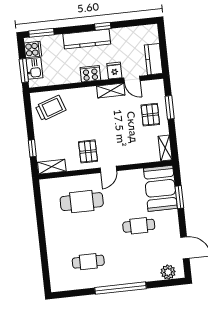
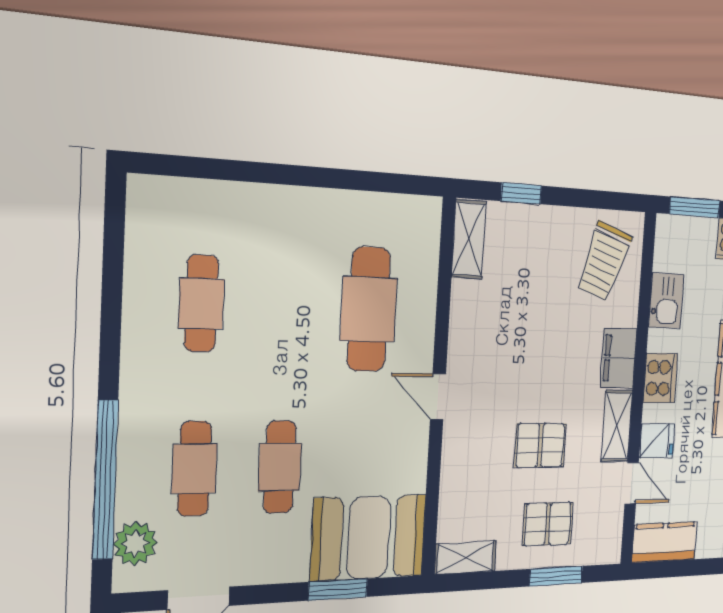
kitchen sink: (34, 68) -> (666, 301), moved, turned -90
door: (132, 79) -> (632, 483), swing flipped
filing cabinet: (85, 95) -> (619, 358), added
trolley: (51, 108) -> (604, 261), turned 38
pallet: (88, 151) -> (540, 445), moved
cafe table: (142, 256) -> (194, 469), added
window: (120, 288) -> (105, 480), moved

